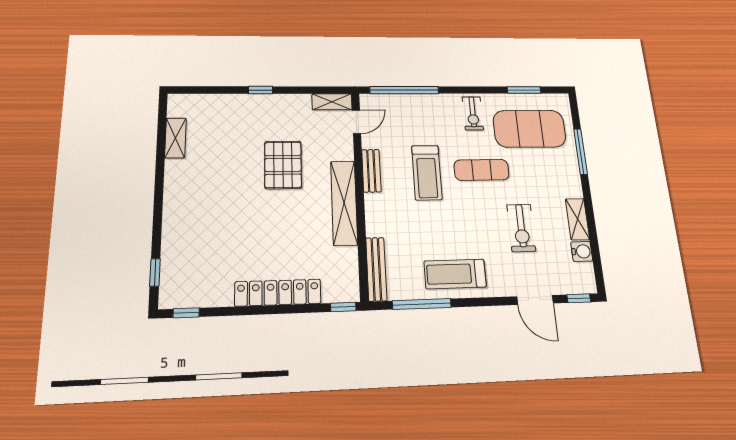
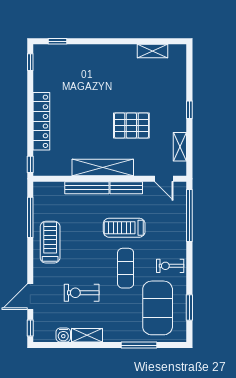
shelving: (332, 102) -> (180, 147), moved
bench: (376, 269) -> (87, 188), moved

